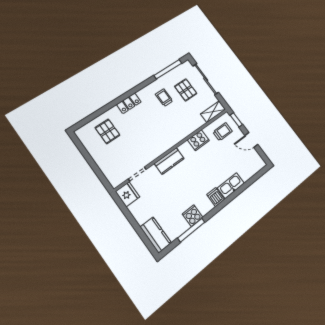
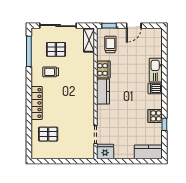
locker: (129, 103) -> (37, 103), width x1.53
kitchen counter: (169, 161) -> (103, 92), moved
window: (191, 230) -> (164, 124), width x0.46

